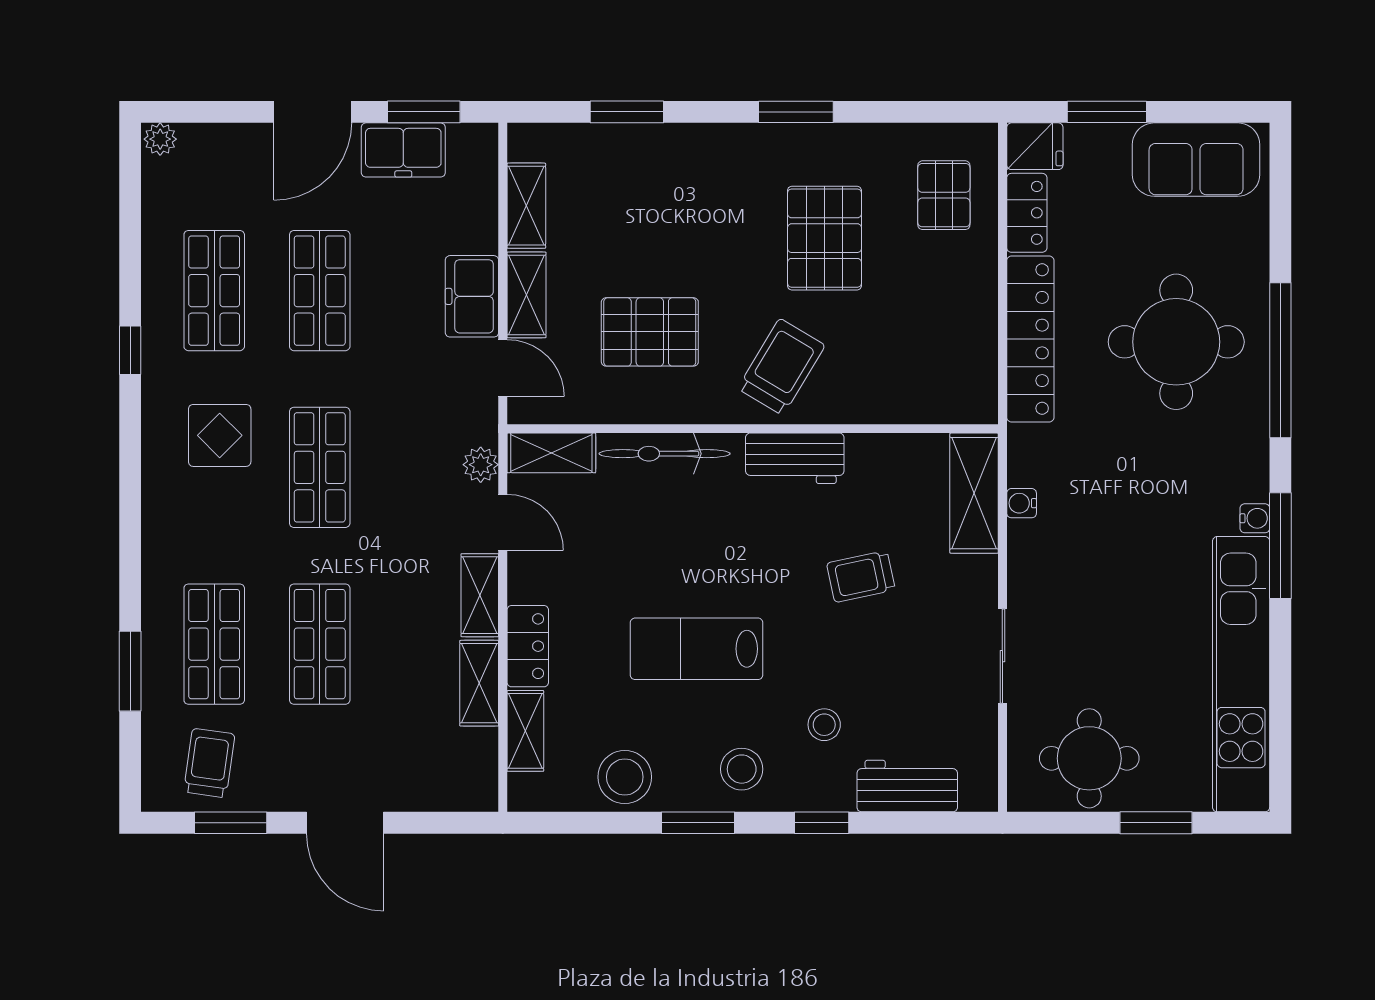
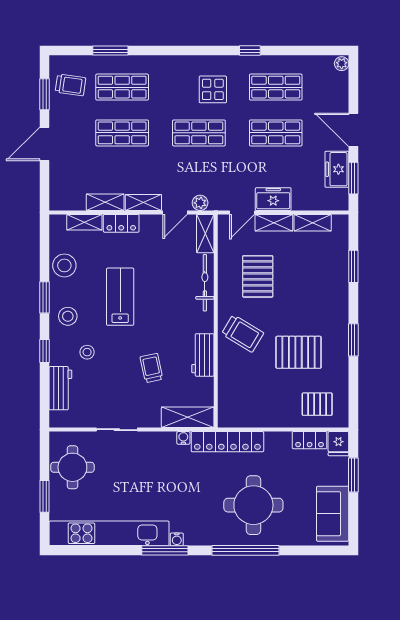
locker: (1030, 339) -> (227, 442), moved
workbench: (795, 458) -> (203, 355), moved

